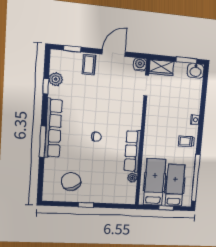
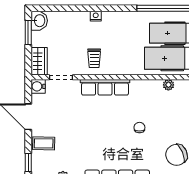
chair: (96, 137) -> (139, 128), moved
trolley: (186, 141) -> (94, 58), moved
row of seats: (132, 151) -> (105, 87), moved

